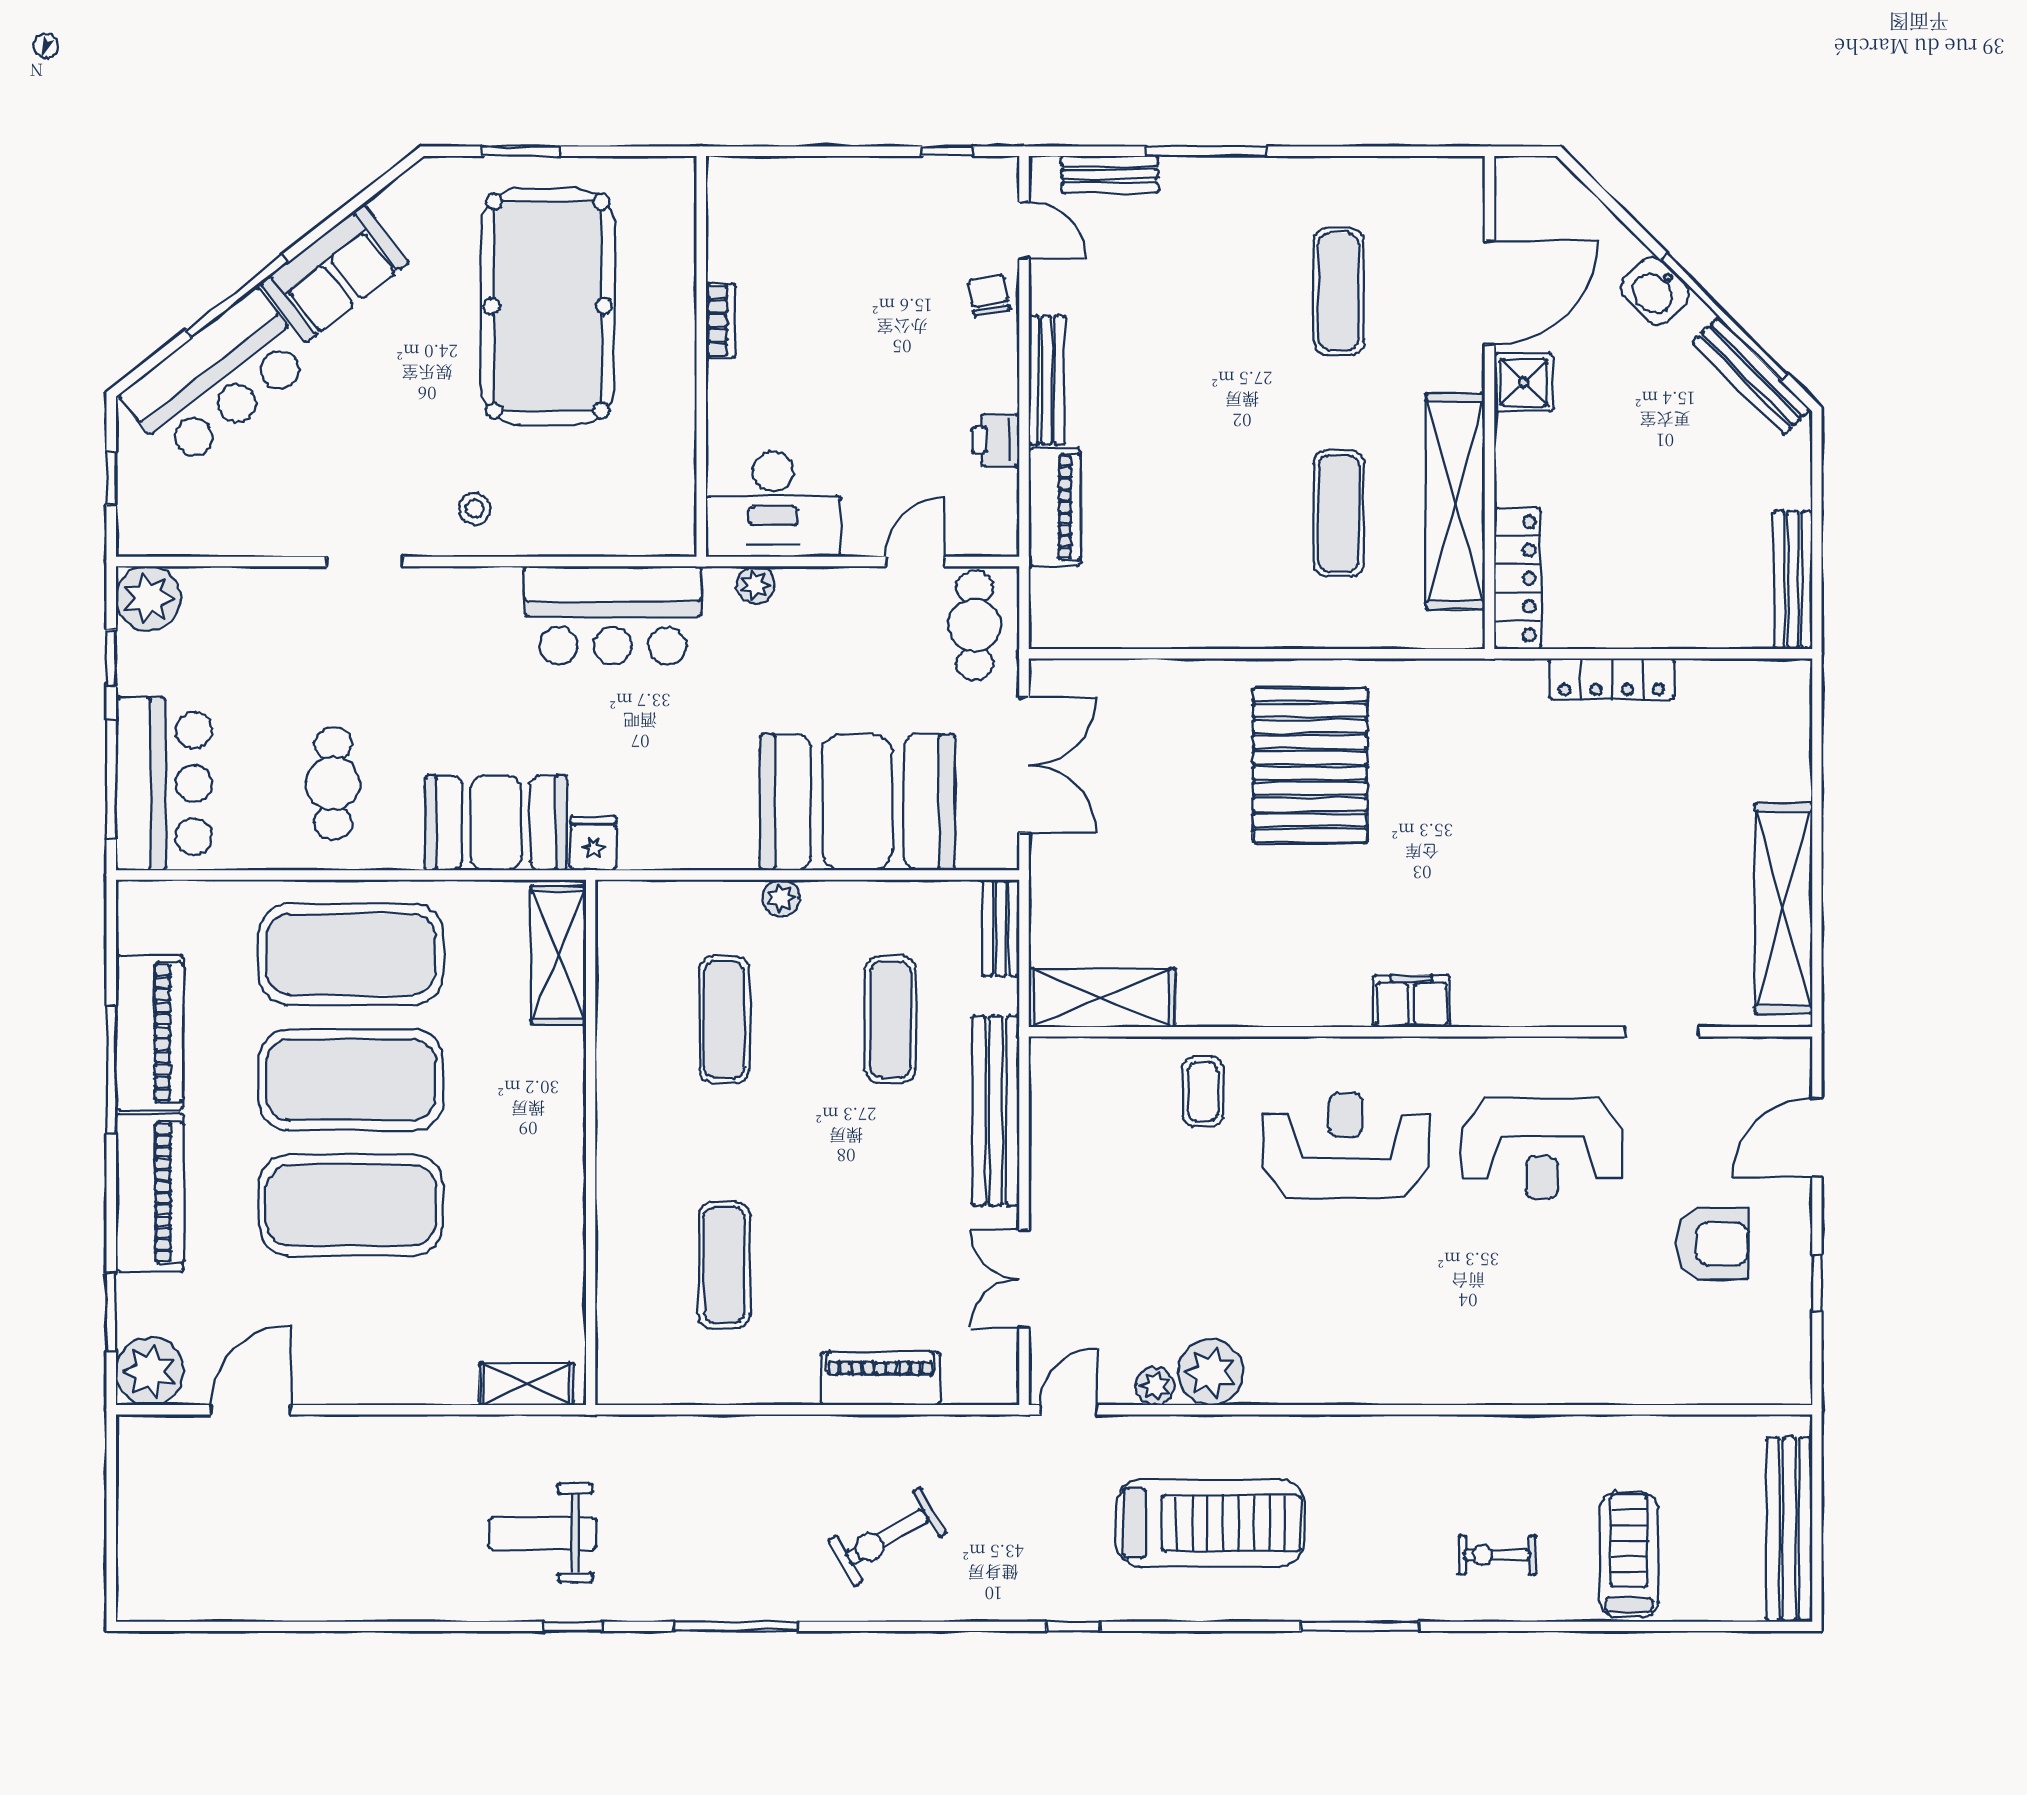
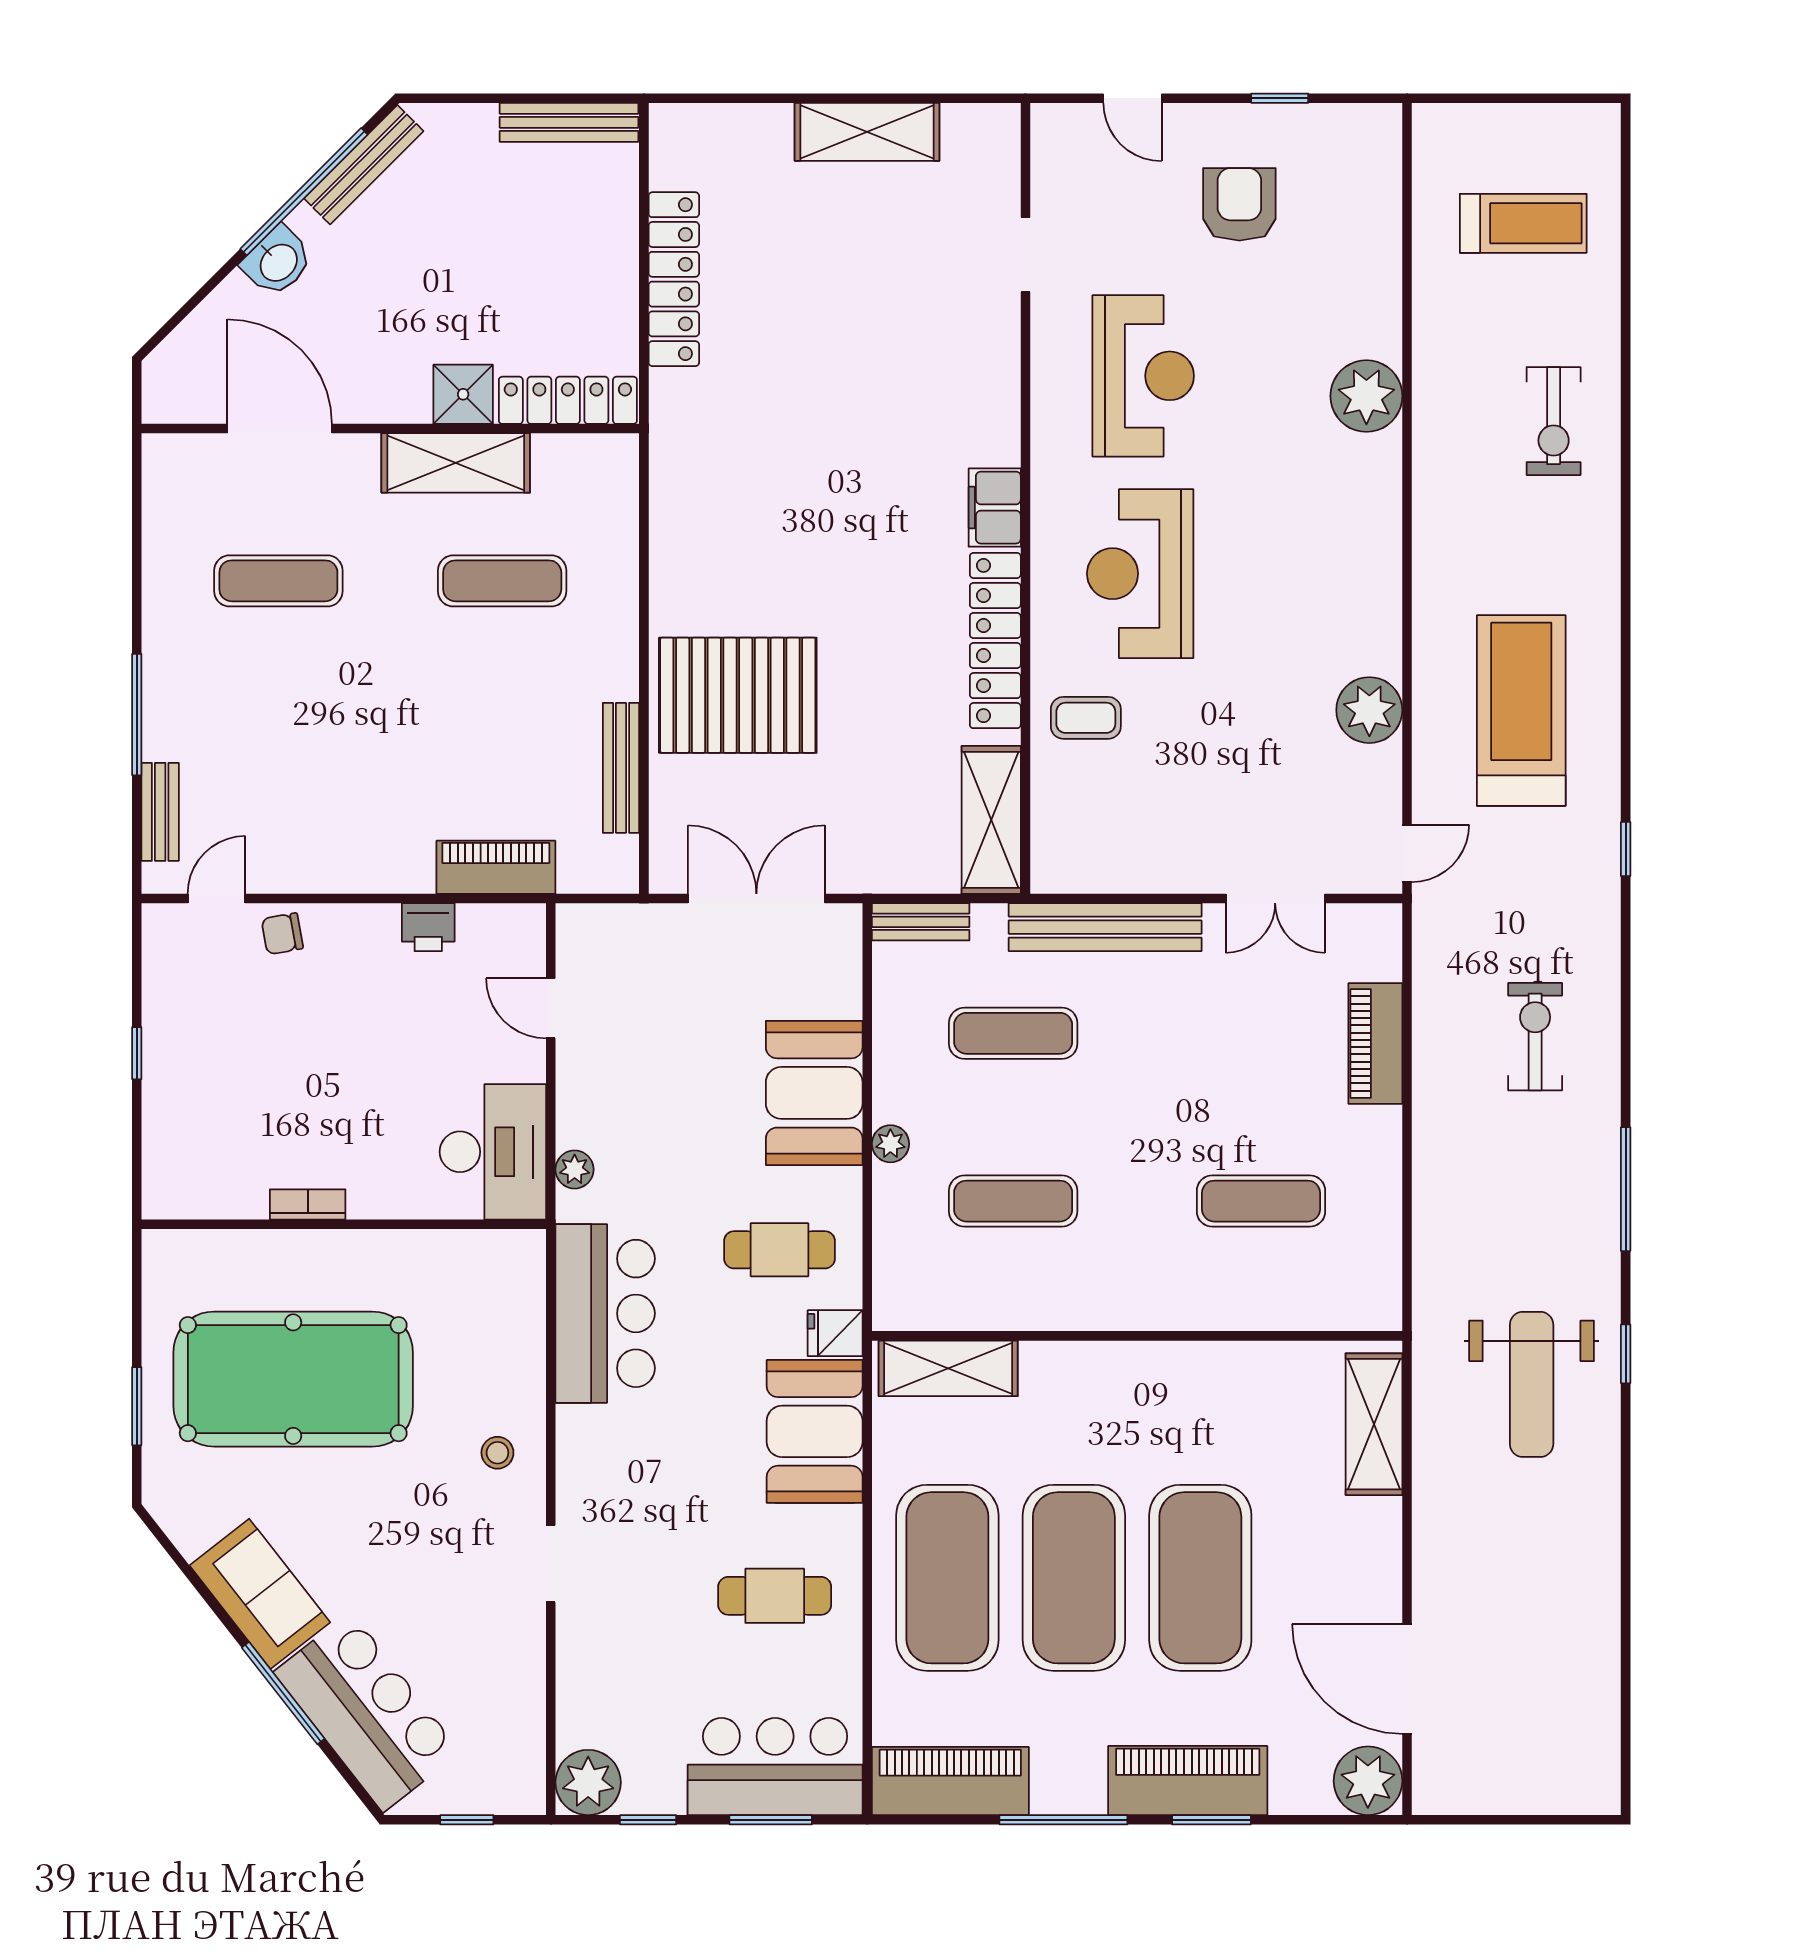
window: (947, 151) -> (137, 1053), moved
bench: (1047, 380) -> (621, 768), moved, turned 90
shower: (1524, 382) -> (463, 394), moved
shelving: (1456, 502) -> (456, 463), width x0.68
cafe table: (975, 625) -> (779, 1250), moved
locker: (1612, 679) -> (674, 279), width x1.41, depth x1.21
pallet: (1310, 765) -> (738, 695), moved
window: (111, 779) -> (771, 1820), width x0.69
booth: (857, 802) -> (814, 1093), width x0.73, depth x0.70
shelving: (1784, 908) -> (867, 132), width x0.68
locker: (1280, 1002) -> (995, 641), added
piano: (150, 1032) -> (950, 1781), moved
door: (1817, 1138) -> (1133, 98), width x0.73
window: (111, 1312) -> (1211, 1820), moved
shelving: (527, 1384) -> (1374, 1424), width x1.50, depth x1.33
plant: (1155, 1386) -> (1366, 396), moved, width x1.88, depth x1.88
door: (251, 1410) -> (1407, 1679), width x1.36
door: (1069, 1410) -> (1407, 853), swing flipped
bench: (1789, 1529) -> (1528, 126), removed
weight bench: (543, 1533) -> (1532, 1384), width x1.36, depth x1.33
exercise bike: (887, 1537) -> (1535, 1037), turned -150
exercise bike: (1497, 1555) -> (1554, 421), width x1.38, depth x1.39
treadmill: (1629, 1555) -> (1523, 223), moved, turned 180
window: (1360, 1626) -> (1626, 560), removed

